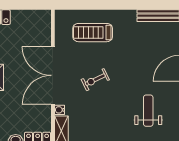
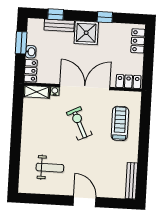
locker: (44, 25) -> (128, 81), added
exercise bike: (95, 80) -> (79, 123), width x1.38, depth x1.39

